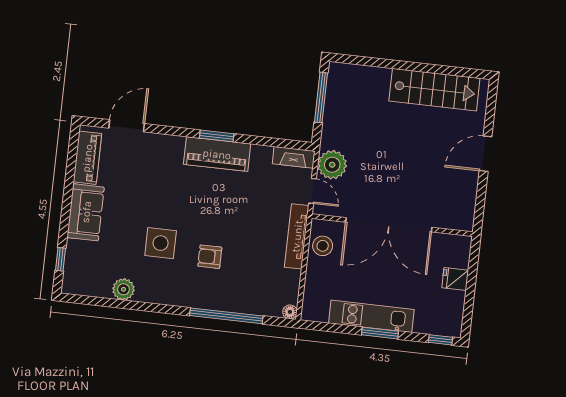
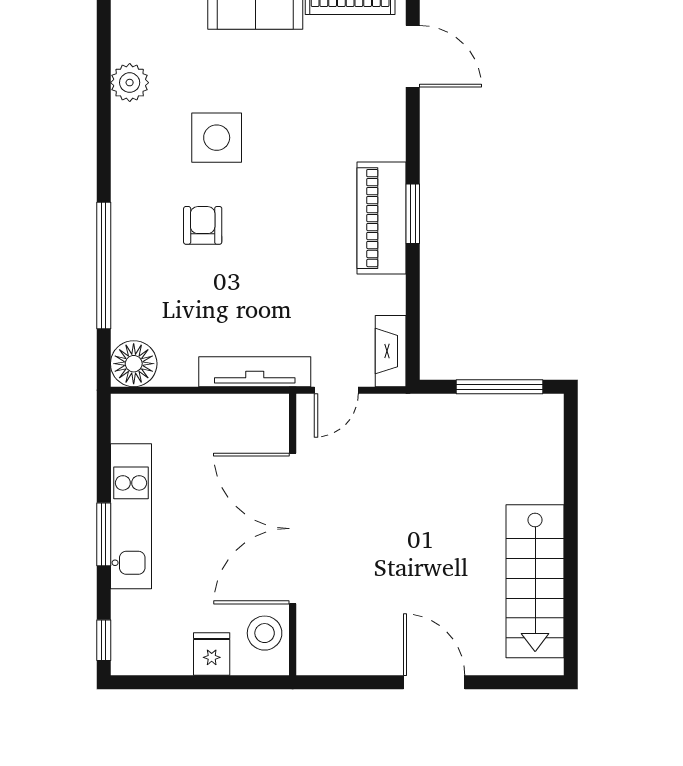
plant: (332, 165) -> (385, 419), removed
stool: (323, 246) -> (265, 633), moved
floor lamp: (290, 312) -> (134, 364), width x1.89, depth x1.89

